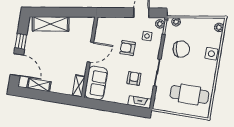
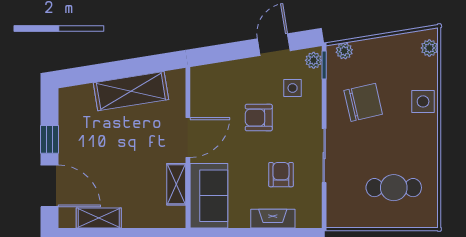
shelving: (51, 24) -> (131, 91), moved
shelving: (79, 86) -> (176, 184), moved
cafe table: (189, 94) -> (394, 188), width x0.73, depth x0.74
fireplace: (140, 102) -> (273, 219), moved

